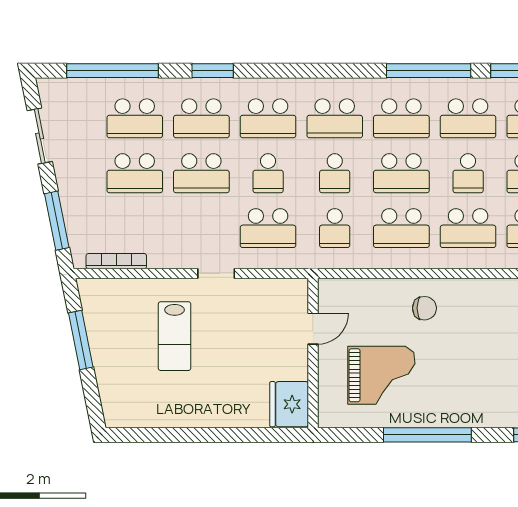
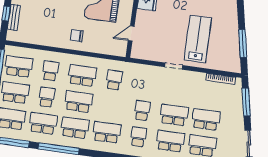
school desk: (268, 118) -> (139, 137), width x0.54
school desk: (335, 173) -> (110, 106), removed
school desk: (268, 228) -> (146, 84), removed
school desk: (468, 228) -> (50, 71), width x0.54
lab bench: (175, 336) -> (198, 39), width x1.36, depth x1.39

